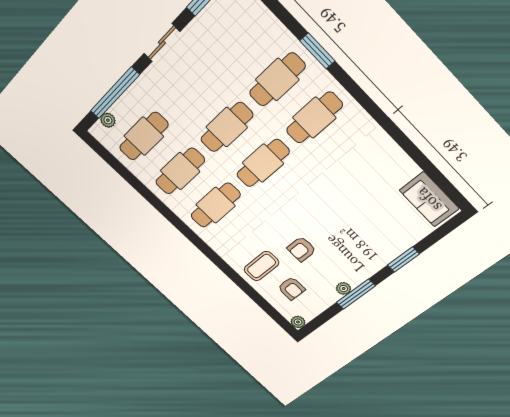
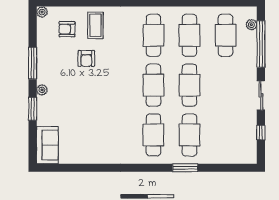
sofa: (429, 199) -> (47, 145), moved, turned 90
armchair: (301, 249) -> (86, 58), turned 180
plant: (344, 289) -> (42, 90), moved

